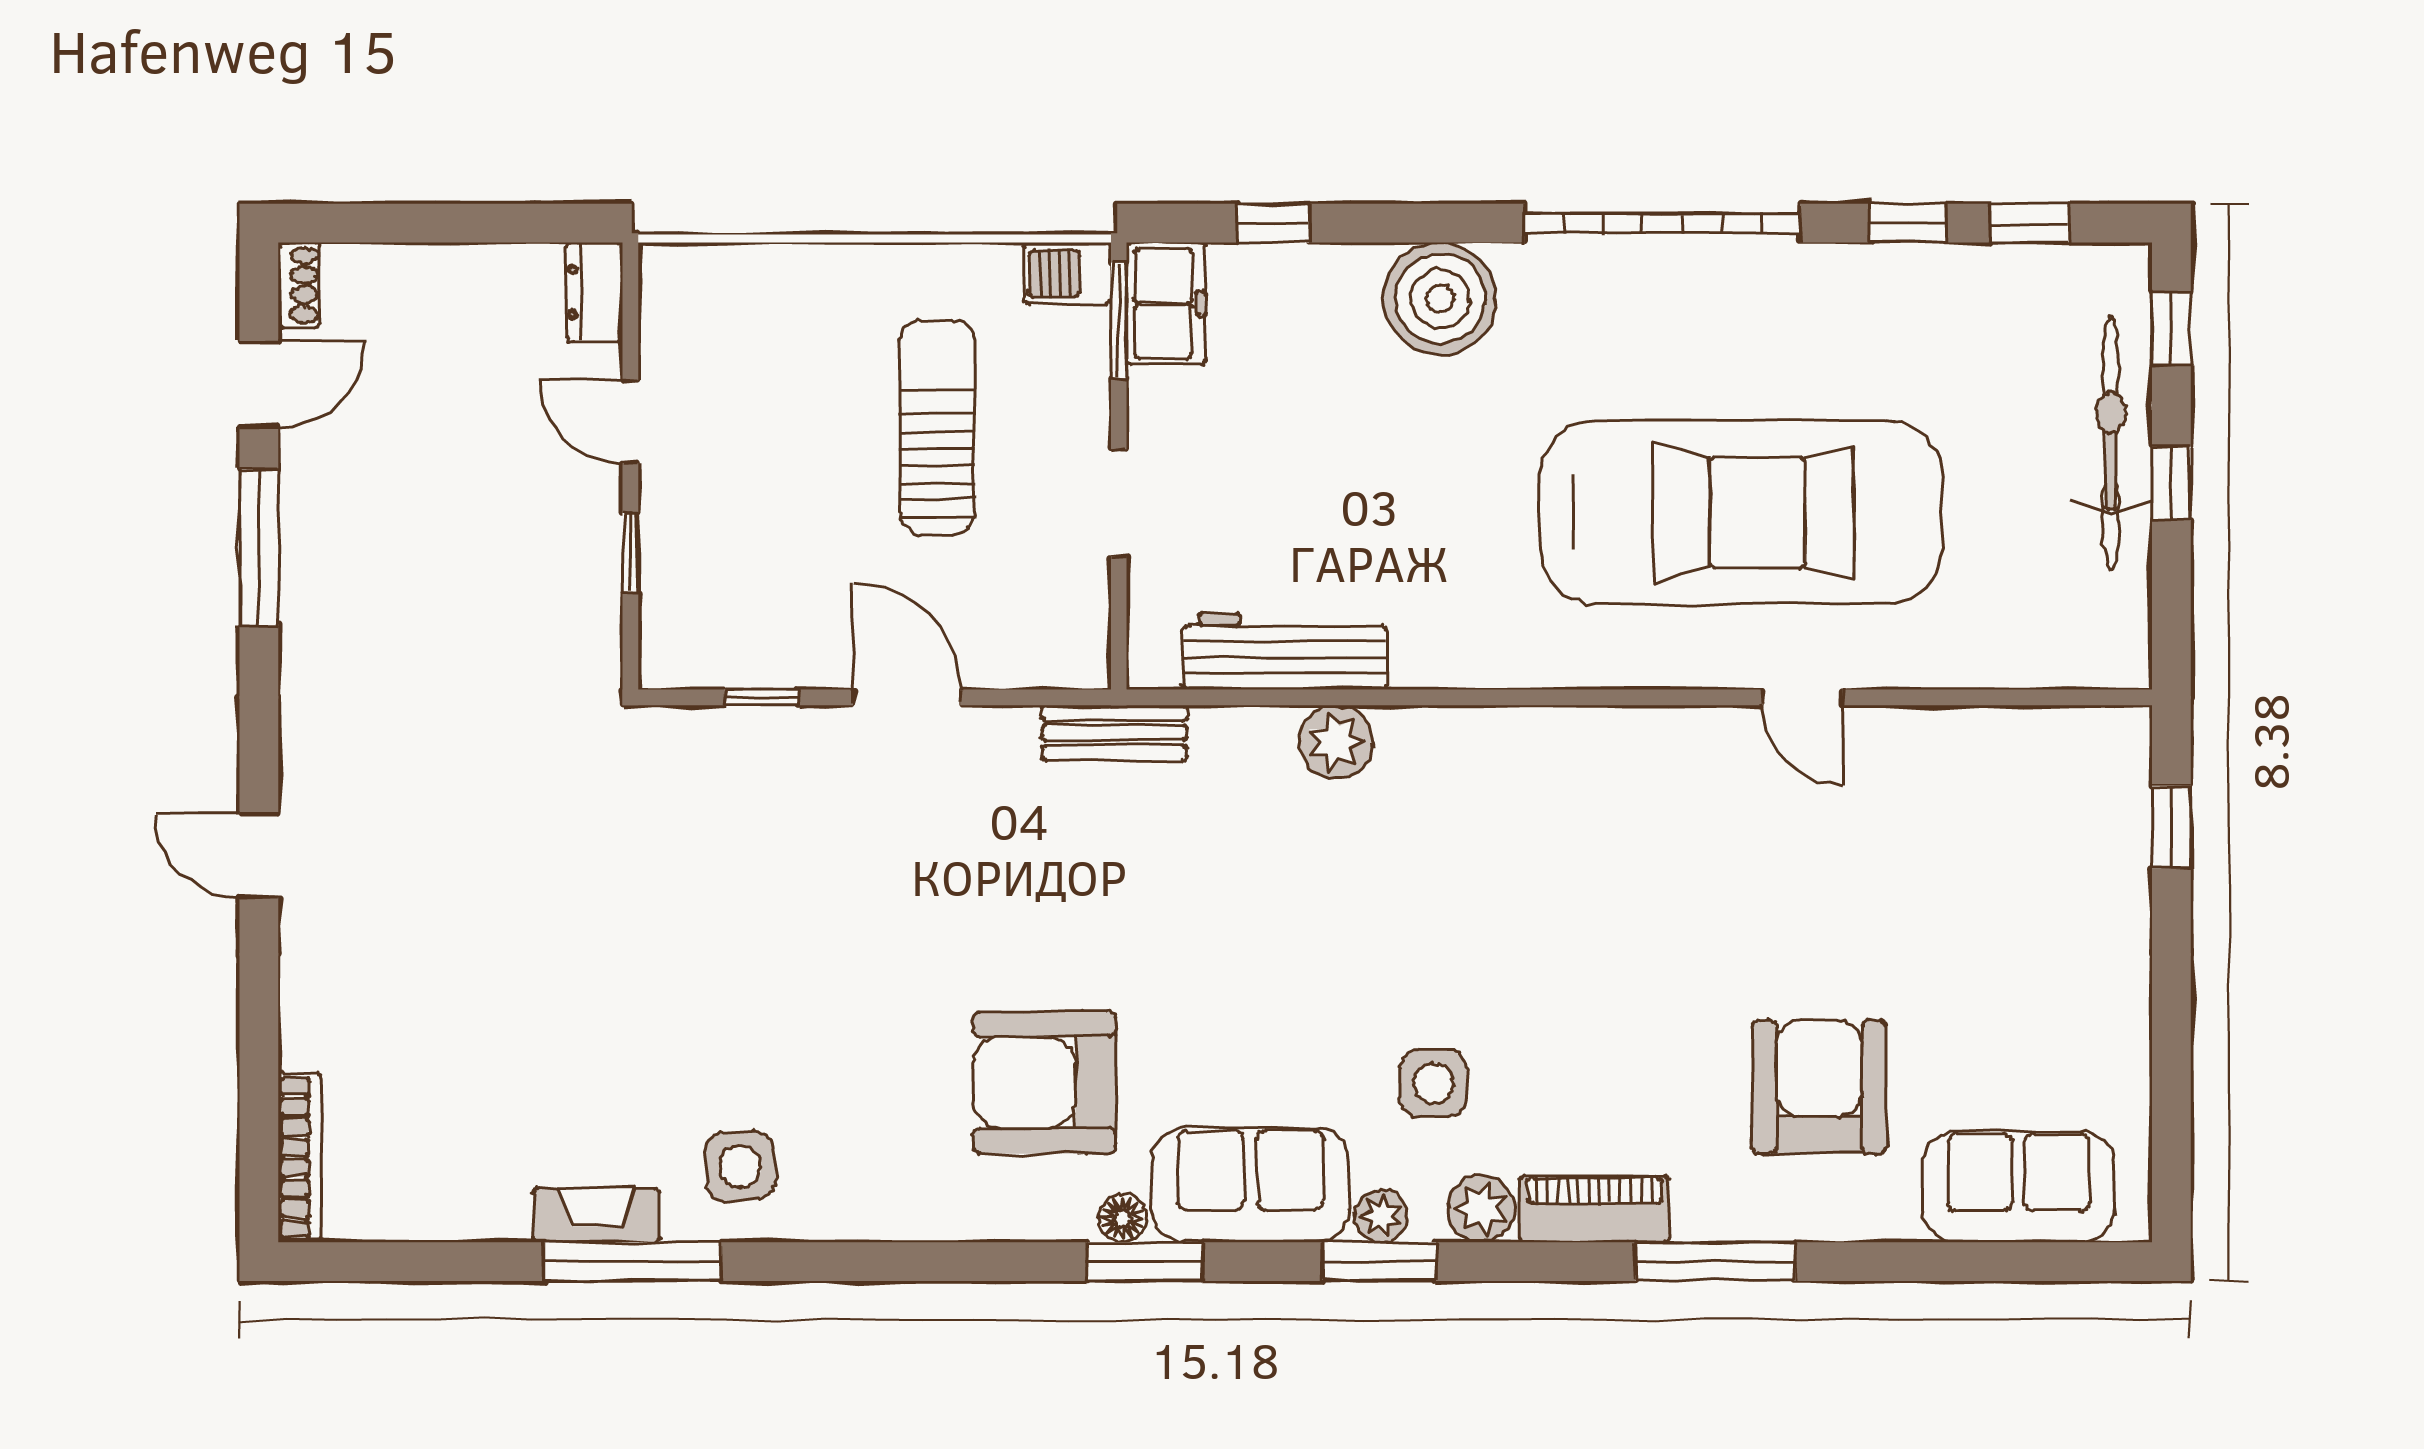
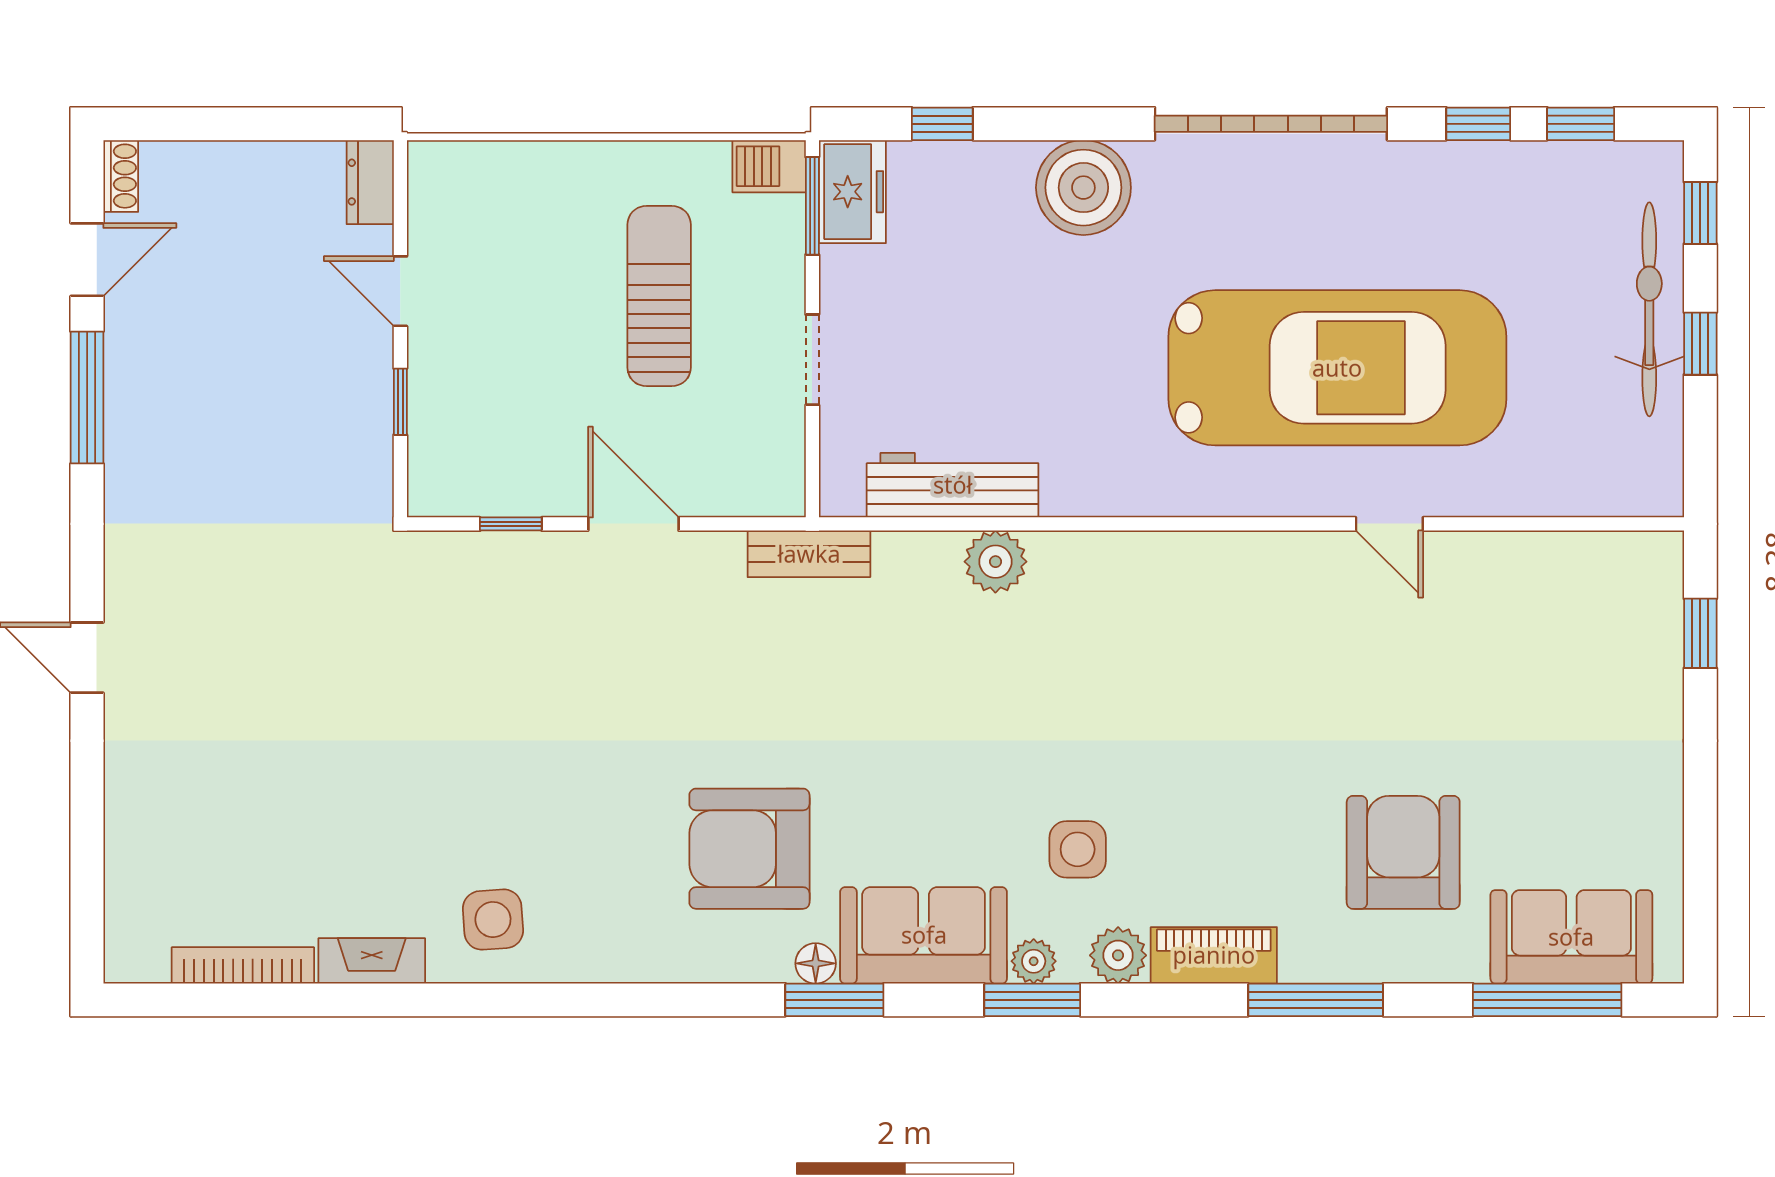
bookcase: (300, 1158) -> (243, 965), moved, turned -90
window: (633, 1262) -> (1547, 1000), moved

